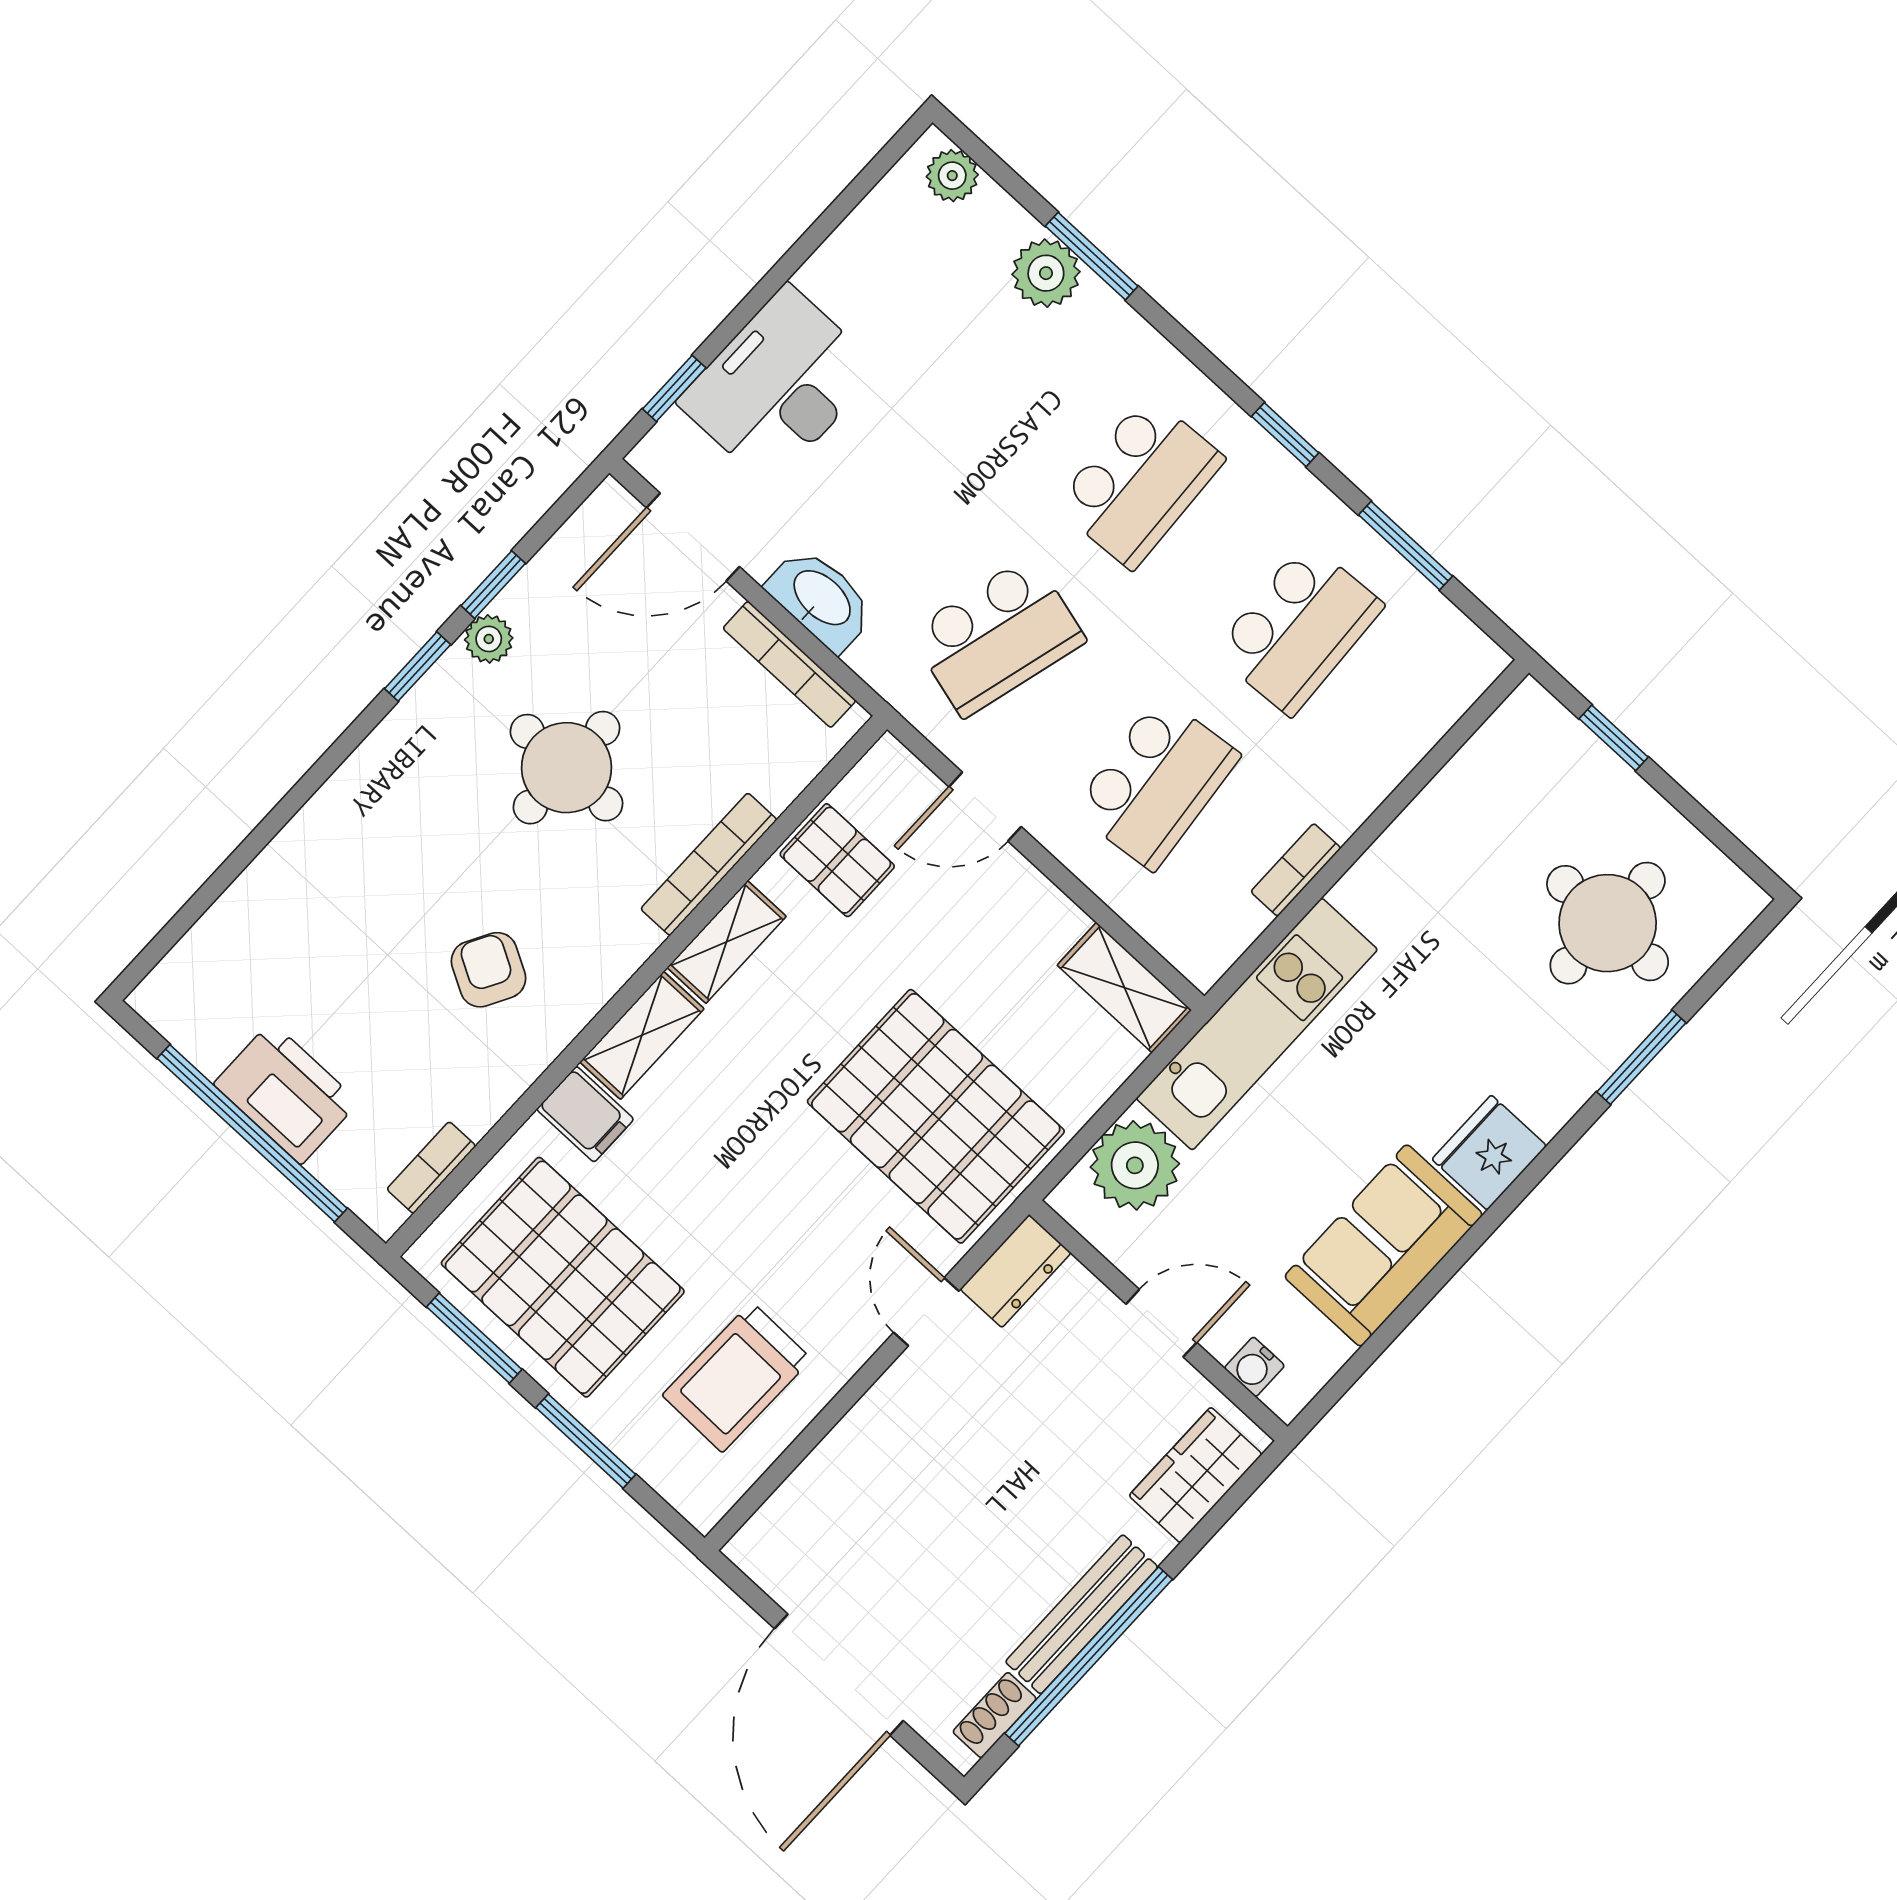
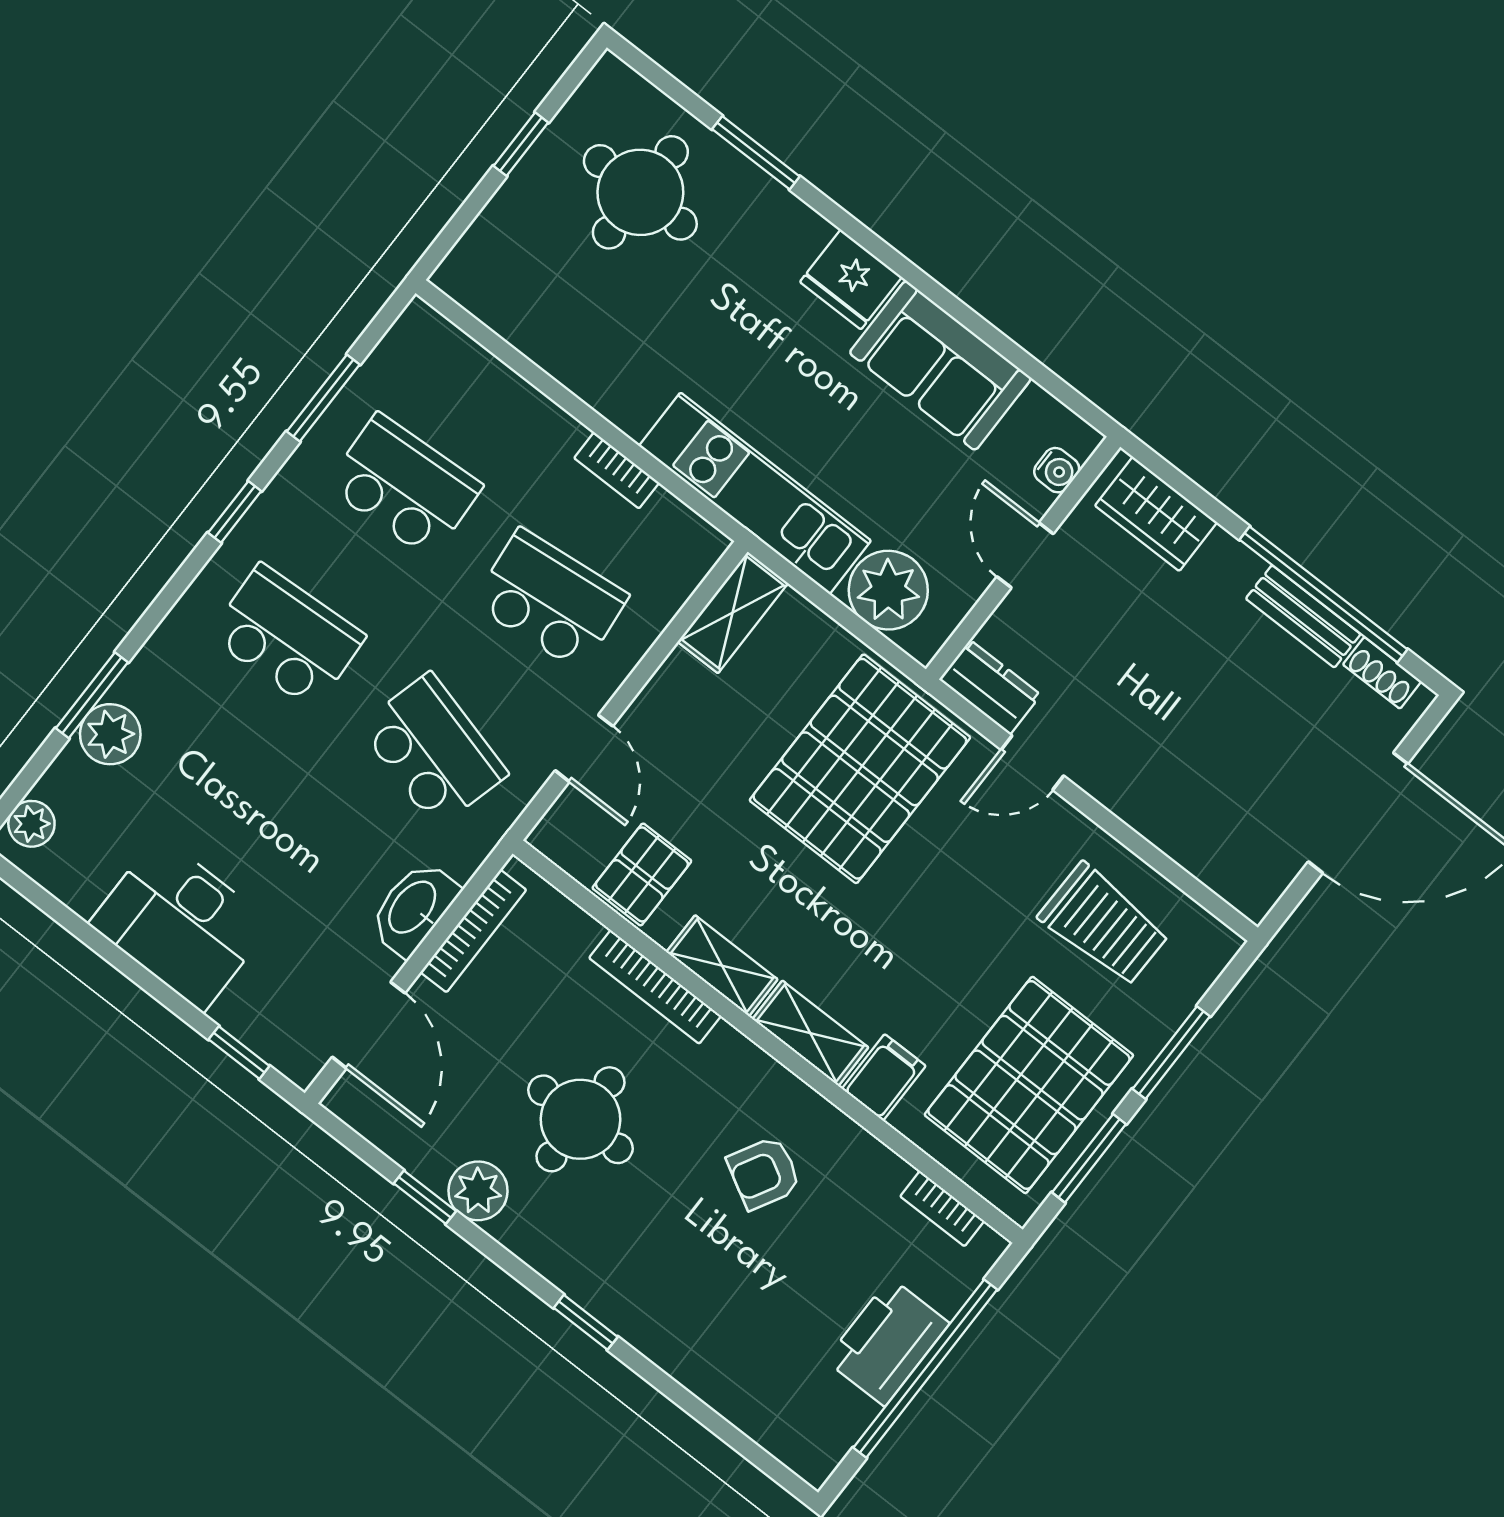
desk: (779, 385) -> (181, 924), moved
plant: (489, 639) -> (478, 1191), width x1.38, depth x1.38
window: (418, 667) -> (586, 1322), moved
window: (1614, 738) -> (521, 144), moved
bench: (1082, 1614) -> (1303, 616), width x0.73

